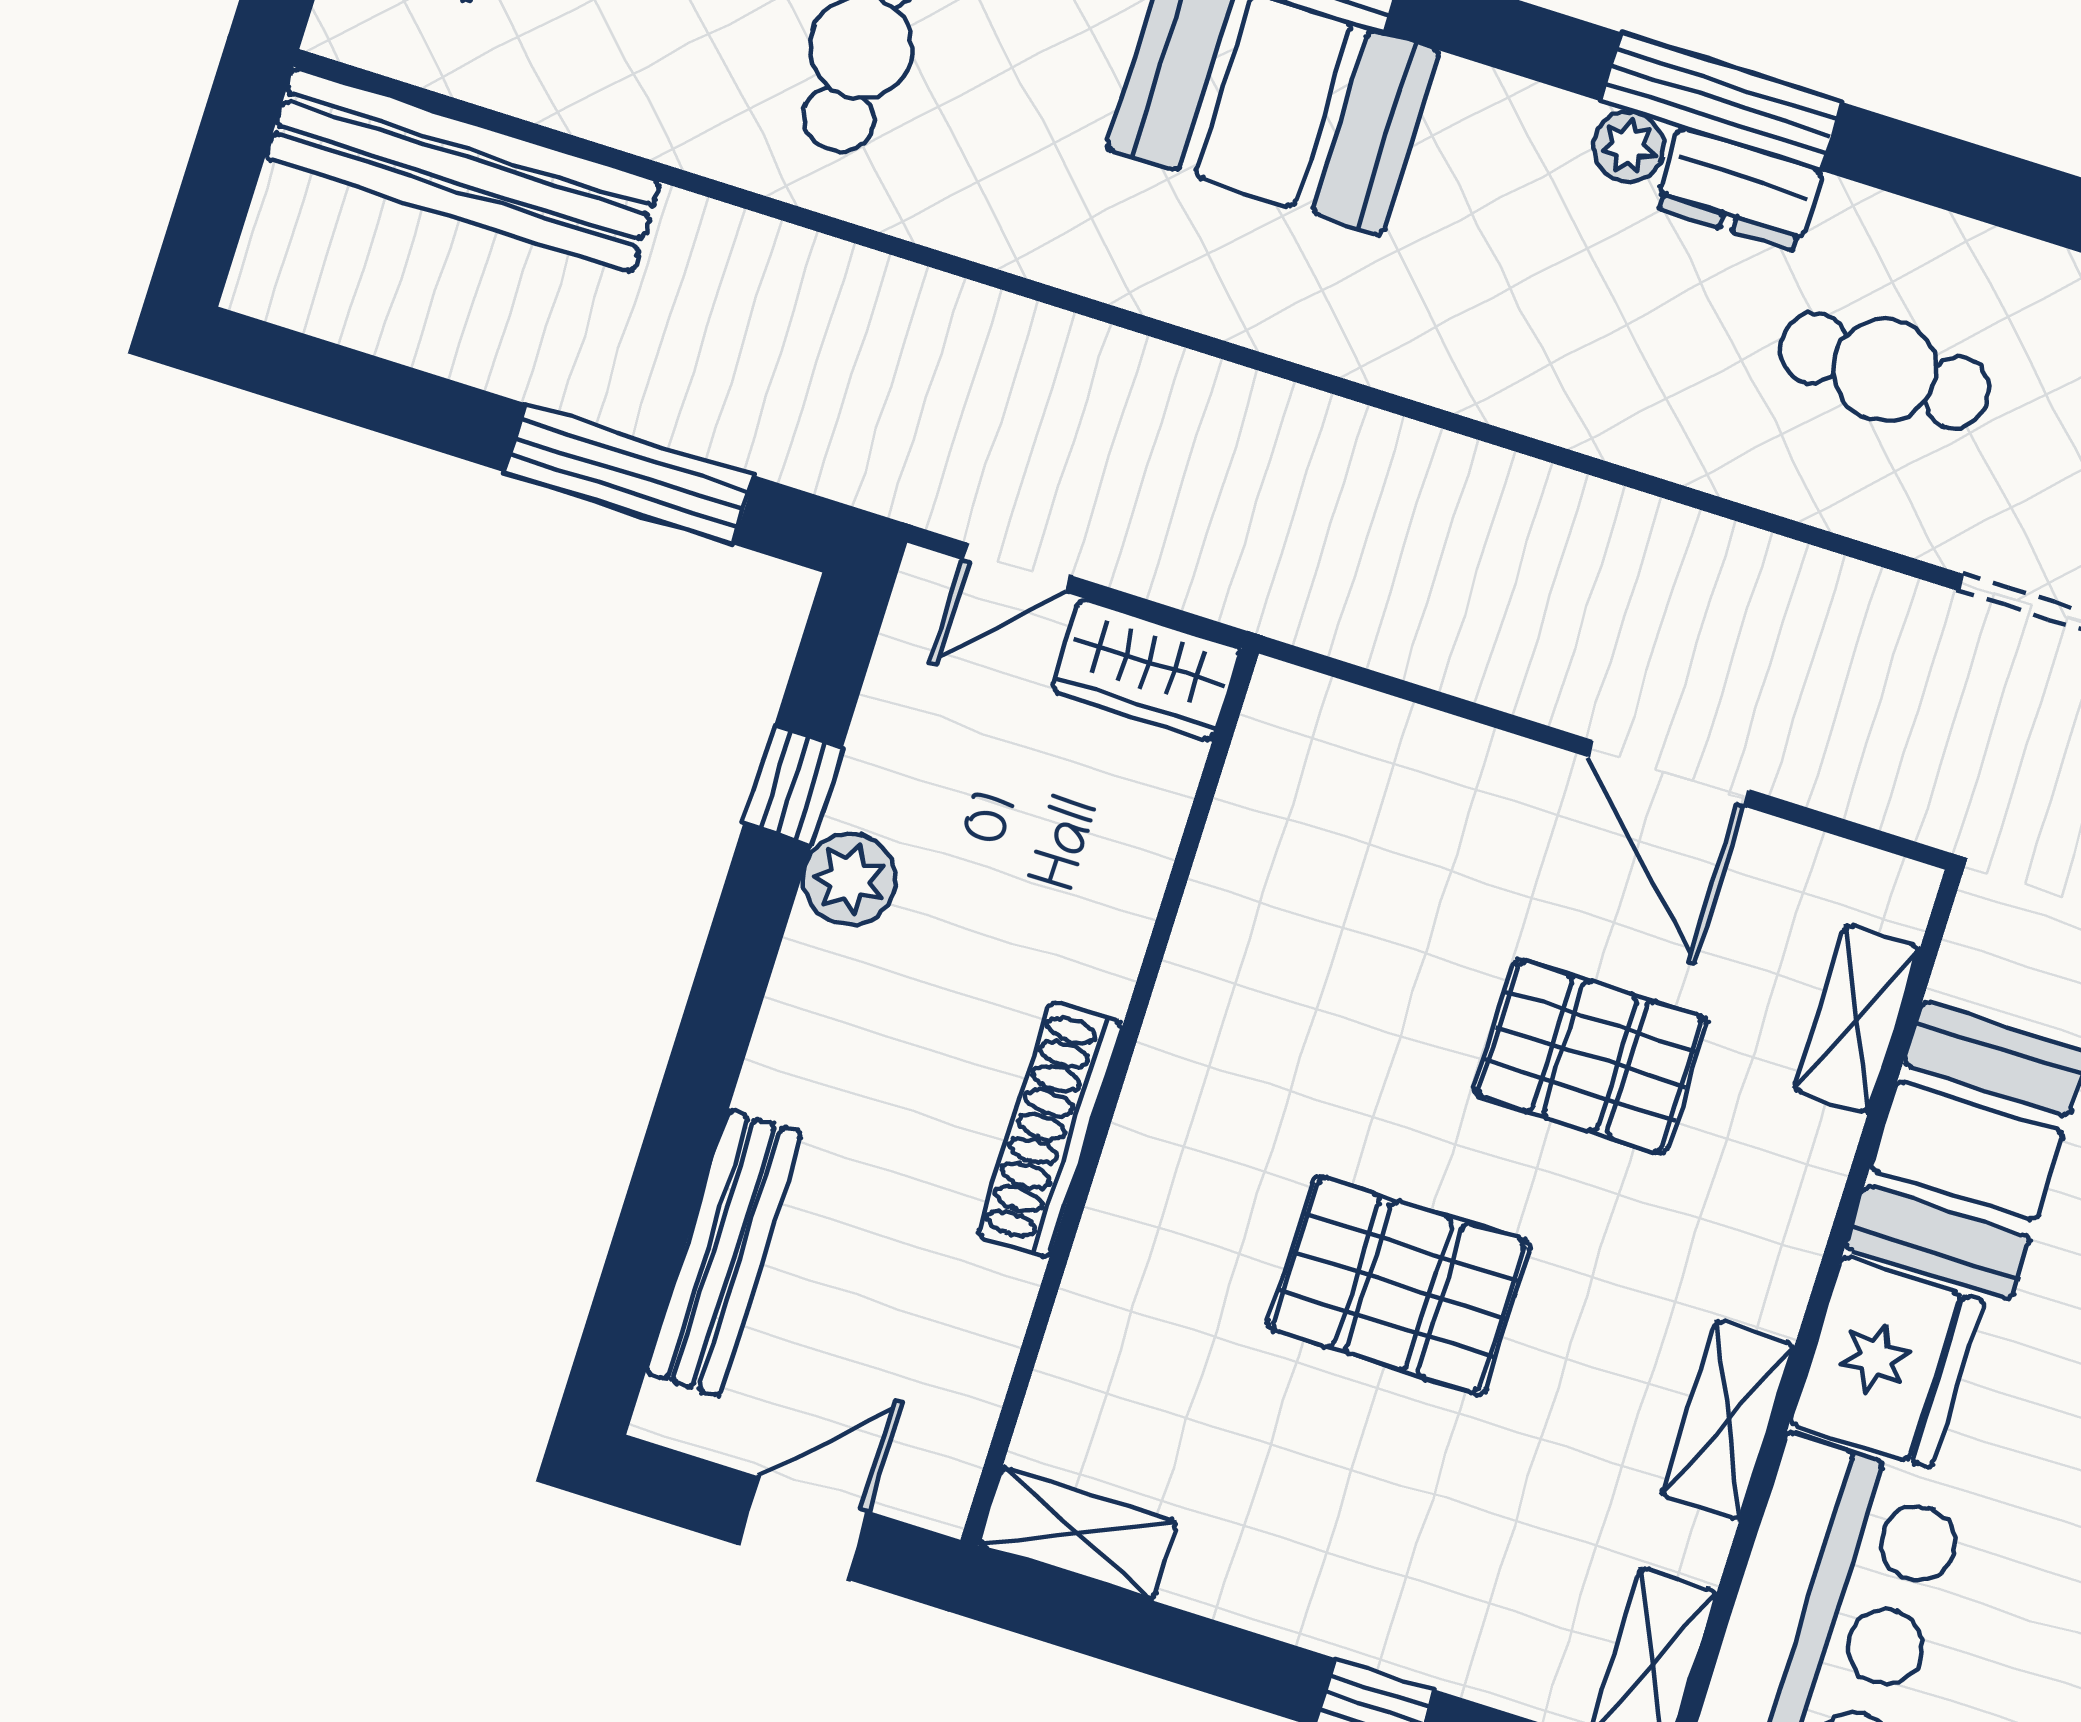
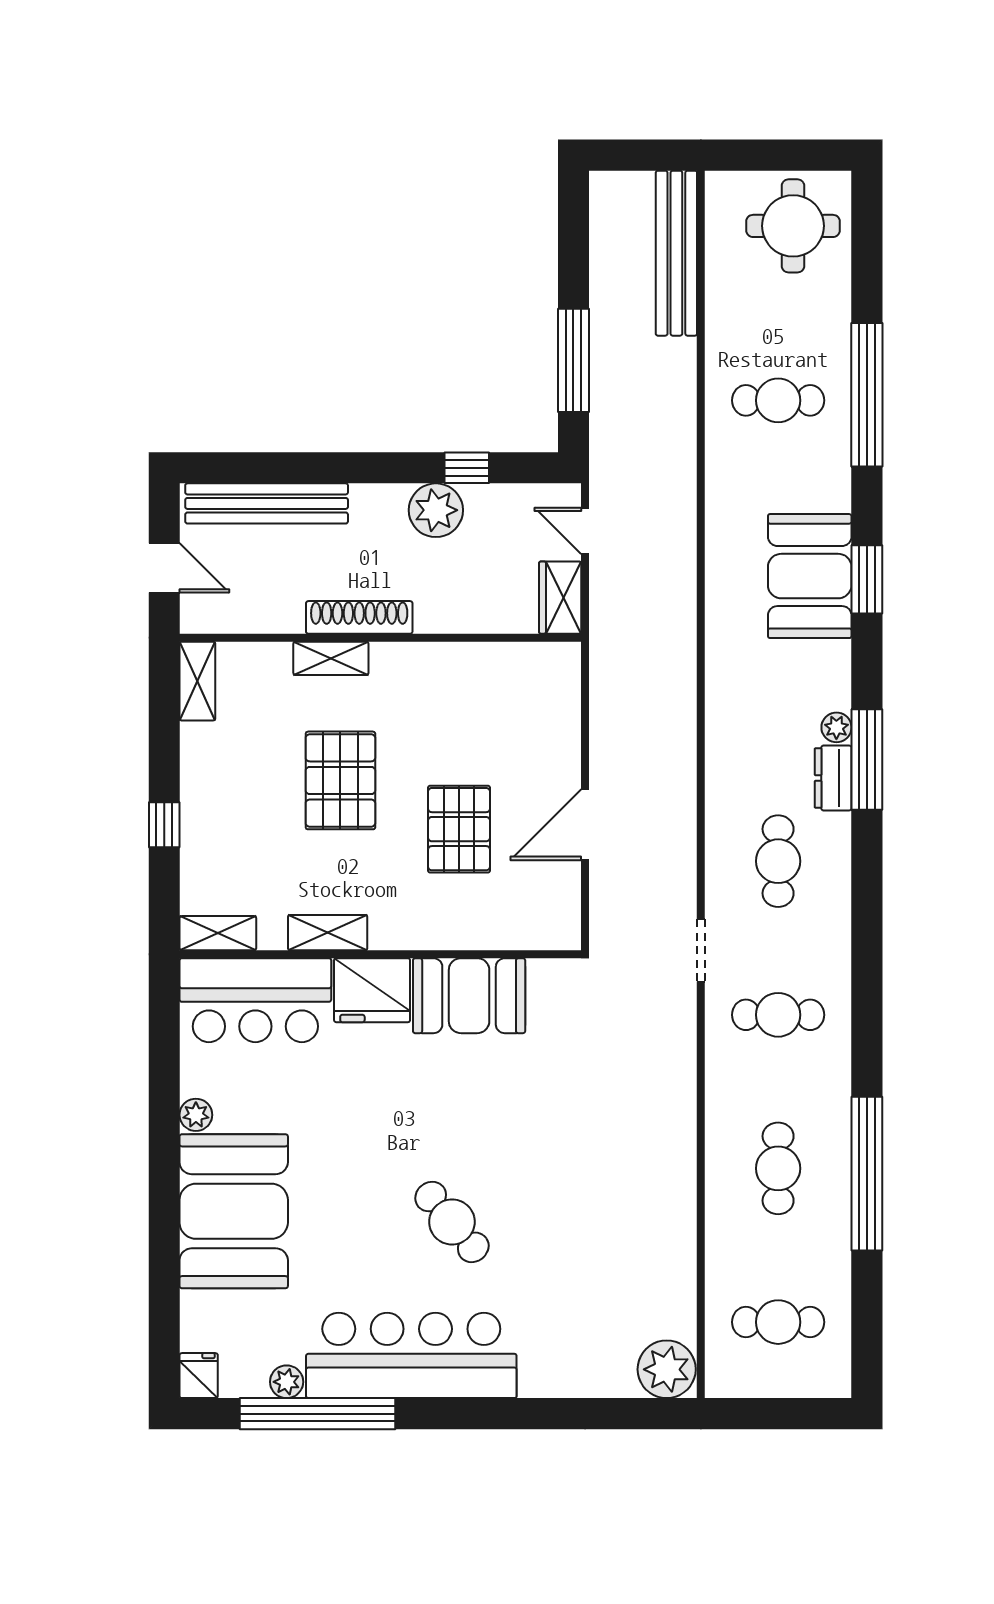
plant: (849, 879) -> (436, 510), width x1.36, depth x1.36
shelving: (1857, 1019) -> (331, 658), moved
bench: (724, 1253) -> (267, 503), width x1.37, depth x1.21

